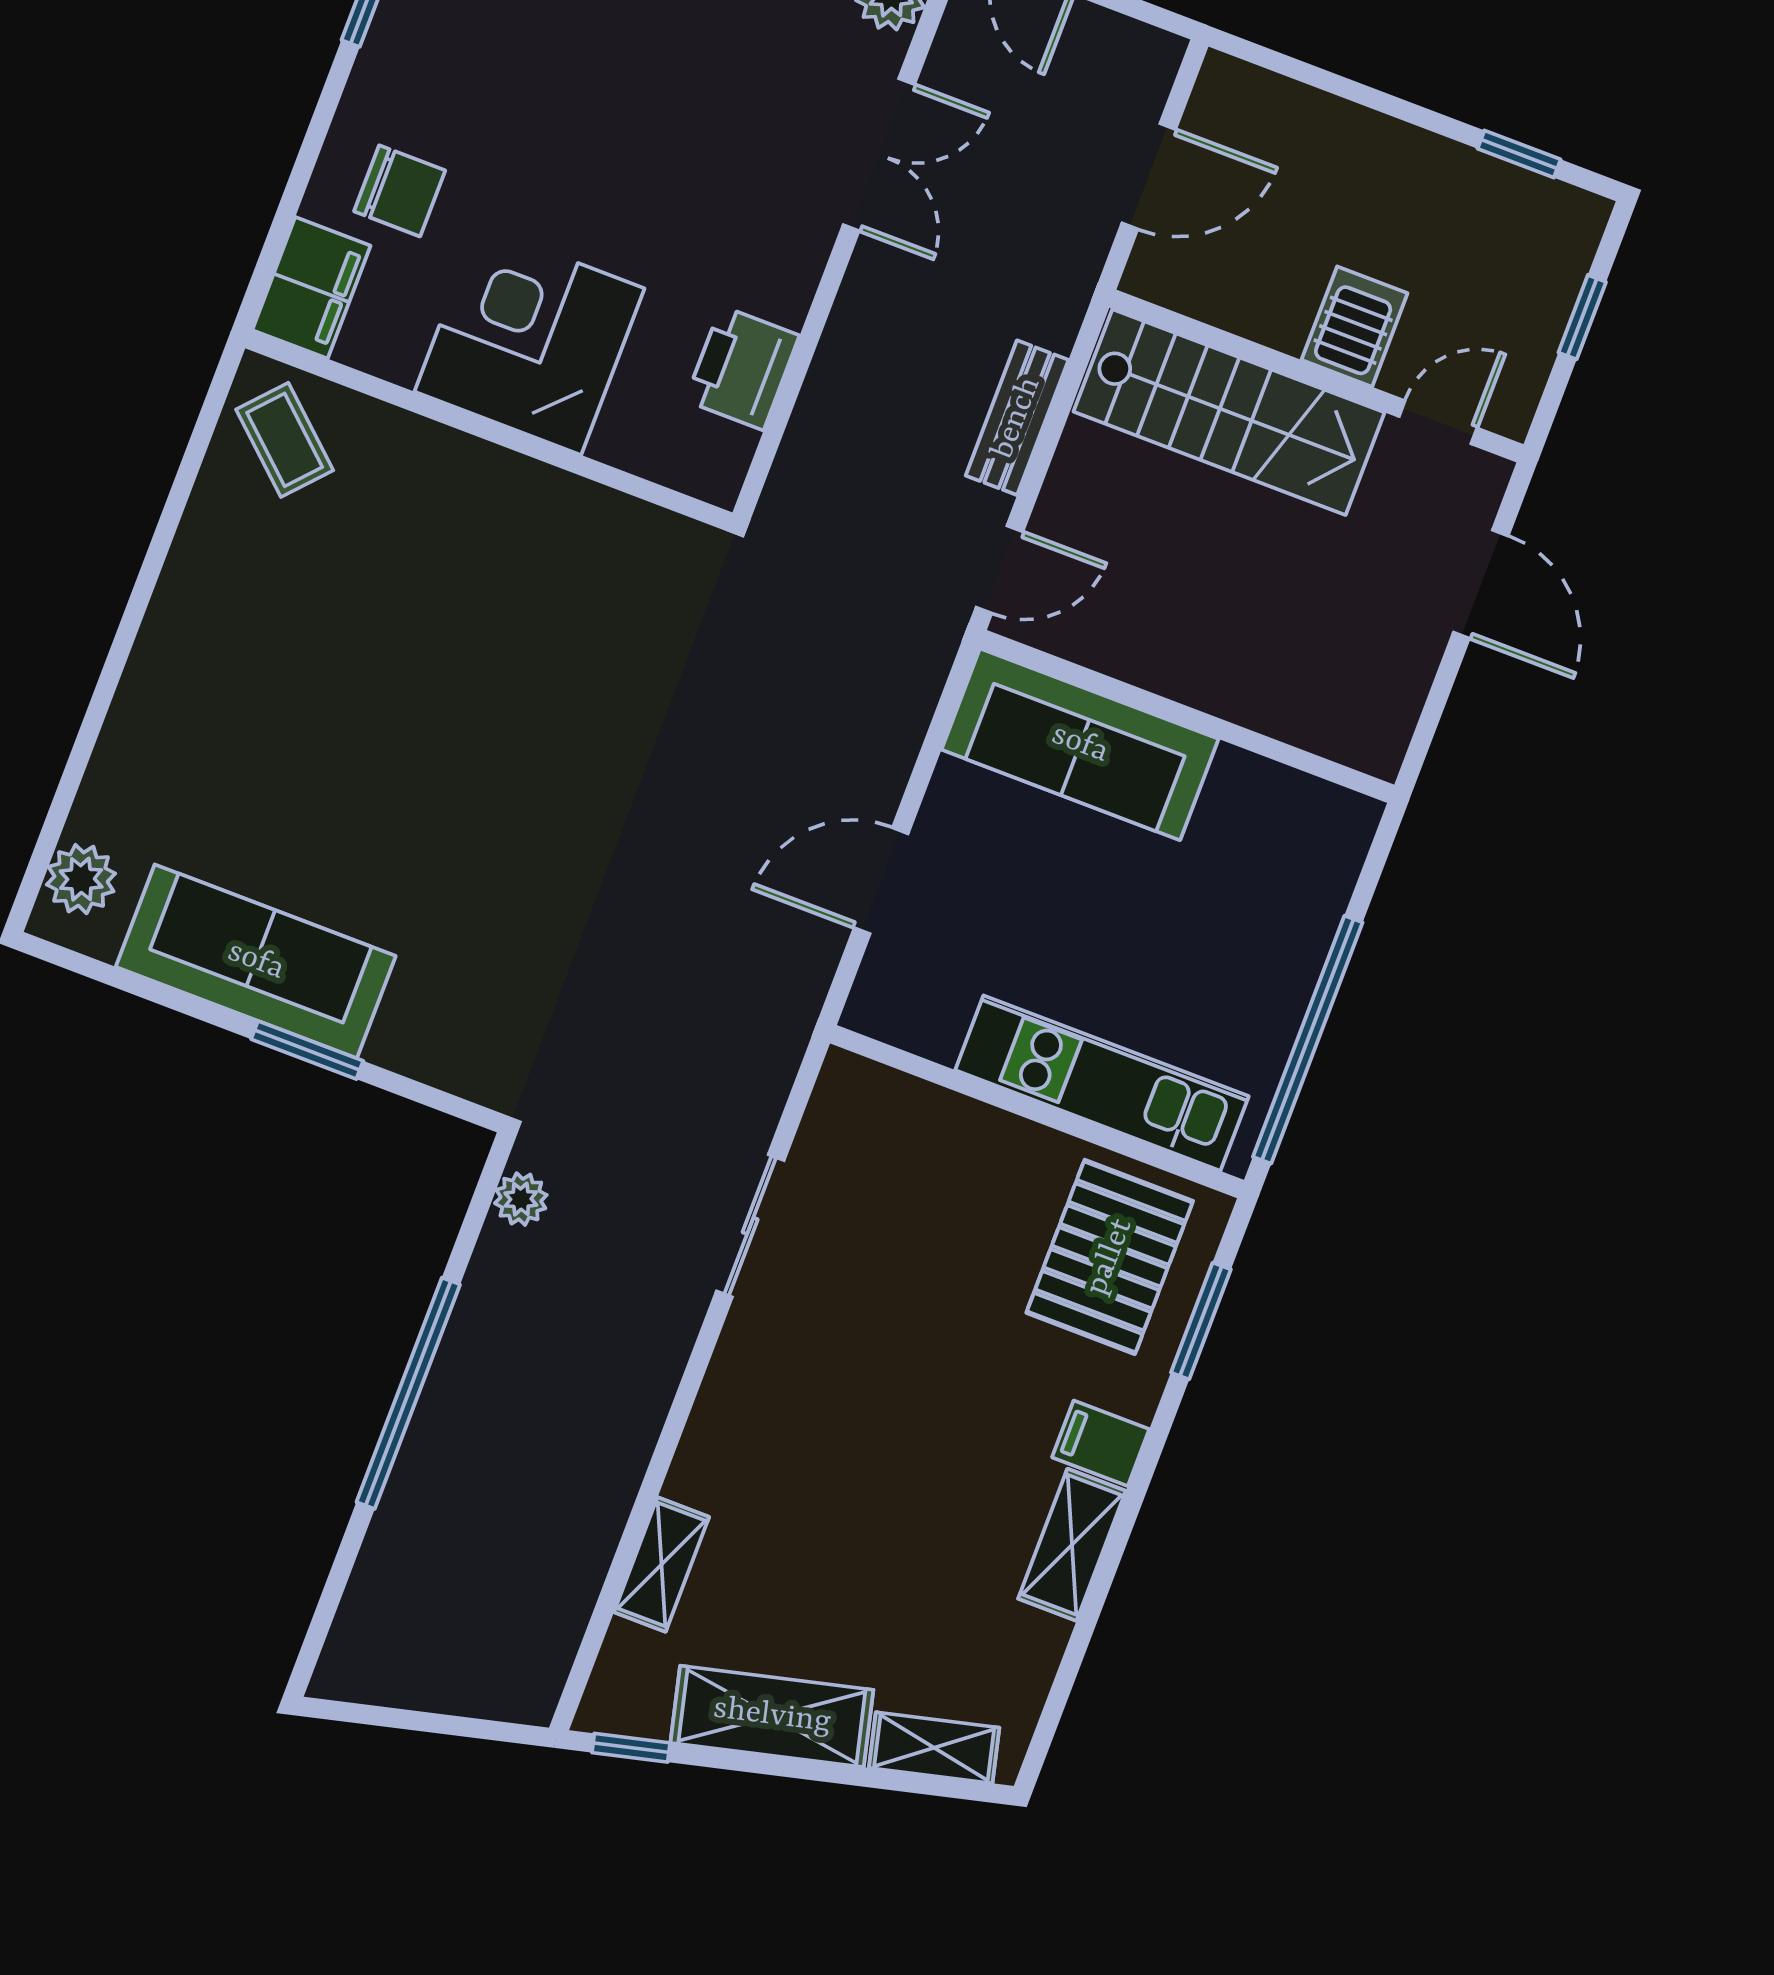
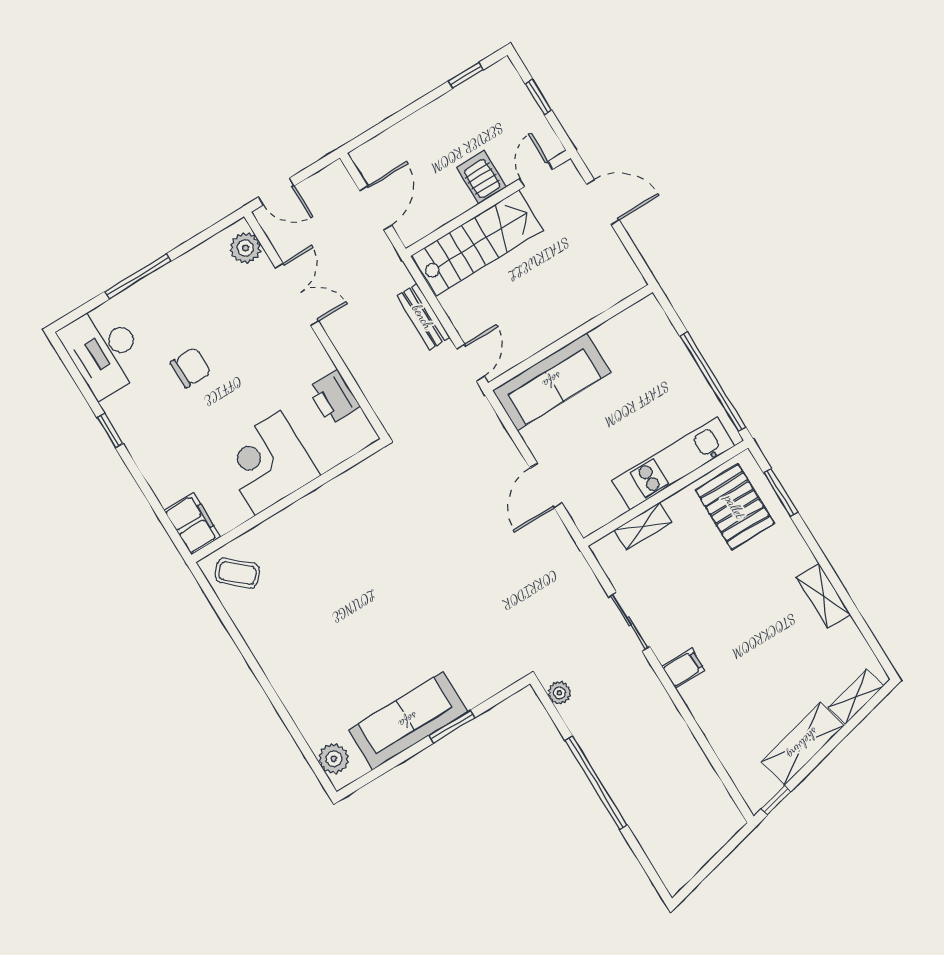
chair: (400, 191) -> (191, 367), moved
filing cabinet: (1101, 1443) -> (683, 668), moved, turned 180
shelving: (662, 1565) -> (643, 526), moved, turned 90

